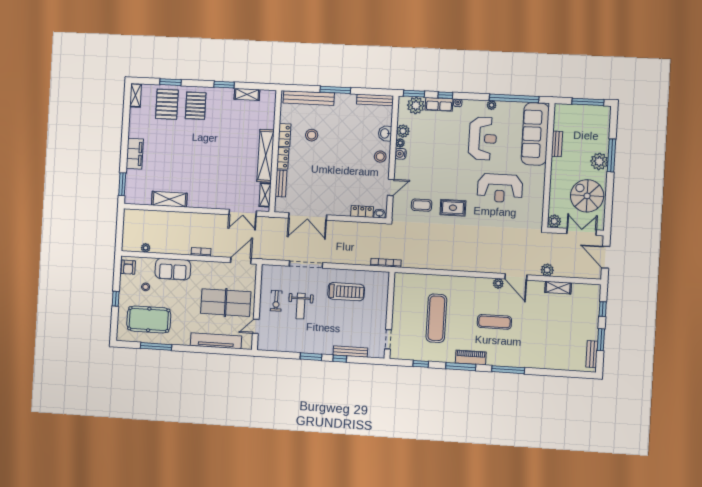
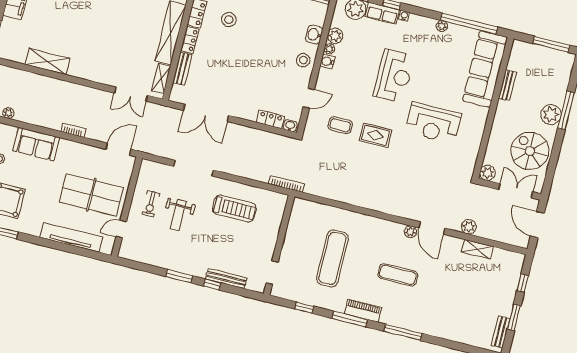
reception desk: (483, 138) -> (394, 76), moved

